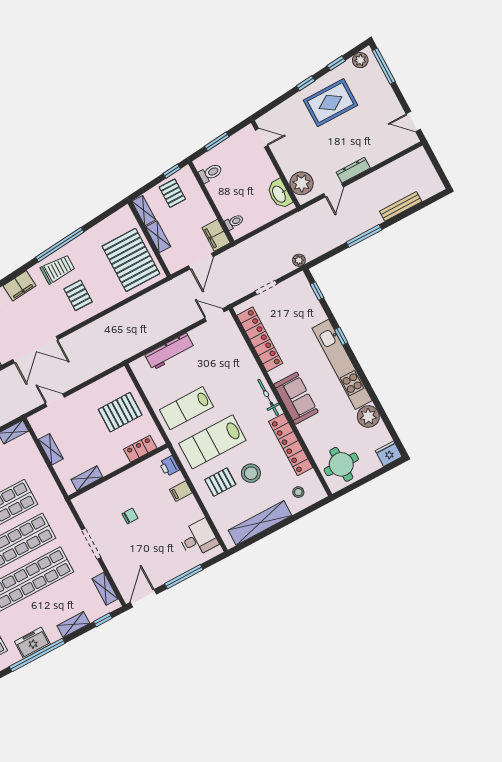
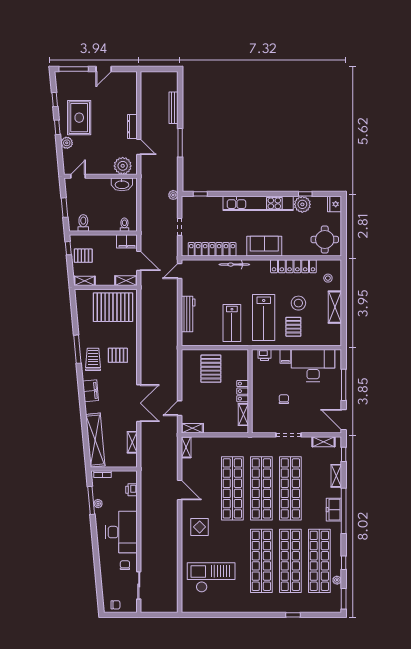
plant: (360, 60) -> (67, 143), moved
door: (413, 122) -> (104, 69), moved
shelving: (158, 237) -> (126, 281), moved
window: (60, 245) -> (77, 349), width x0.68
window: (341, 336) -> (305, 194), moved
bicycle: (268, 397) -> (234, 265), moved
shelving: (51, 449) -> (192, 428), moved
locker: (140, 449) -> (243, 391), moved
shelving: (260, 523) -> (335, 307), width x0.68
desk: (198, 538) -> (313, 365), width x1.87, depth x1.30

